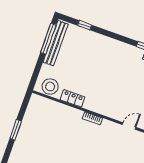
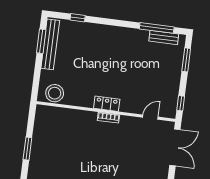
window: (48, 39) -> (41, 41), width x0.69
locker: (73, 98) -> (107, 104), moved

